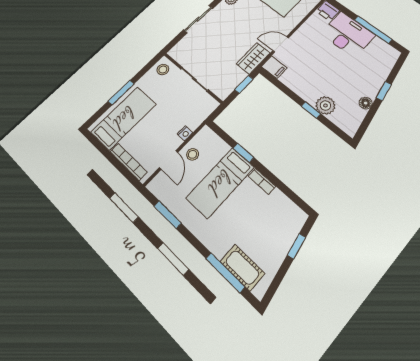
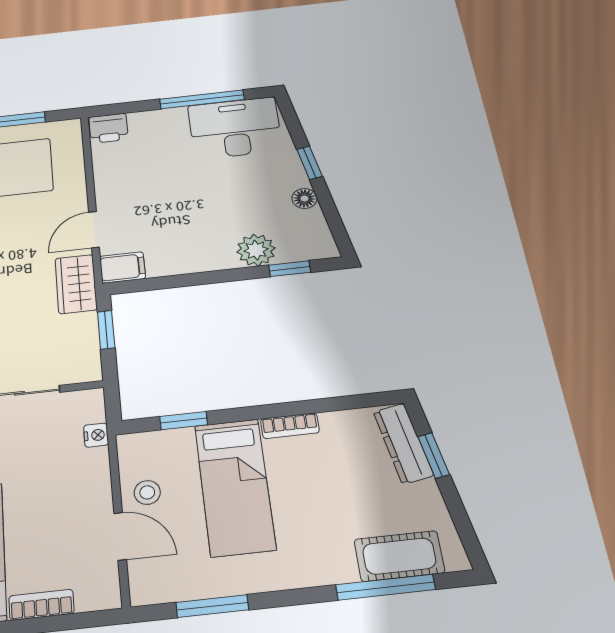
desk: (348, 34) -> (235, 128), moved
window: (311, 110) -> (290, 269), moved
nightstand: (185, 133) -> (96, 435), moved
window: (243, 153) -> (184, 421), moved
bookcase: (128, 162) -> (41, 605), width x0.64
dresser: (291, 230) -> (403, 443), added

